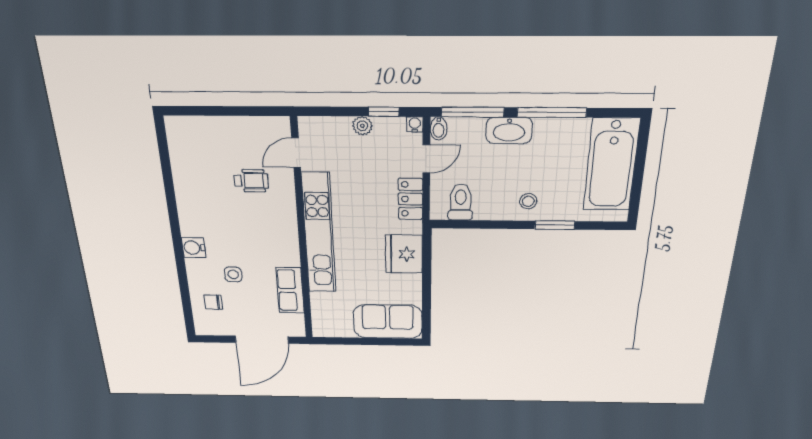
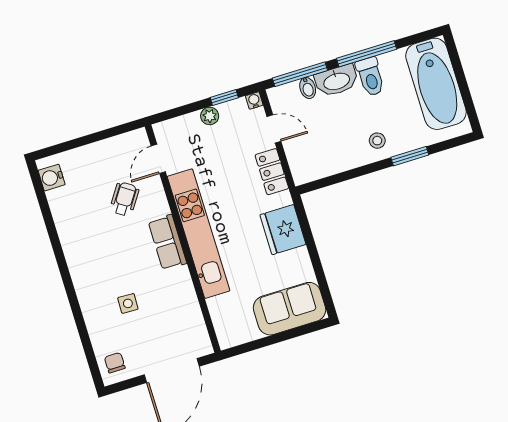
bidet: (439, 128) -> (308, 88), moved
door: (426, 159) -> (274, 129), hinge flipped
wheelchair: (251, 181) -> (124, 199), turned -56
toilet: (461, 202) -> (370, 77), moved, turned 180
water cooler: (194, 248) -> (52, 178), moved
row of seats: (290, 290) -> (167, 242), moved
chair: (213, 302) -> (115, 363), moved, turned 90

